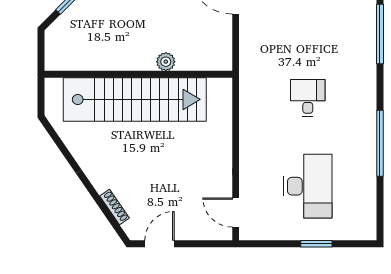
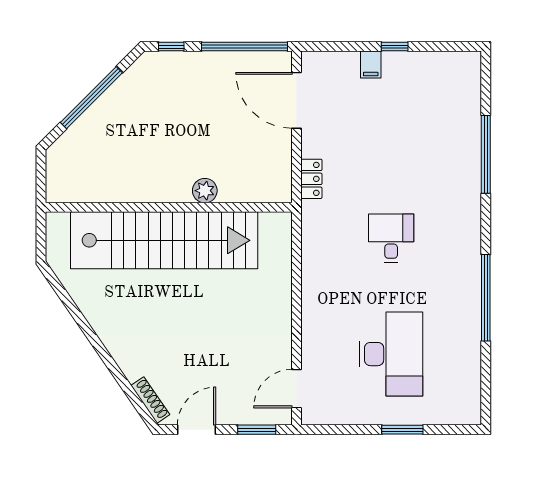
locker: (247, 53) -> (311, 179), added
shoe rack: (115, 207) -> (150, 400), moved
door: (236, 212) -> (296, 389), hinge flipped
window: (205, 244) -> (257, 430), added

